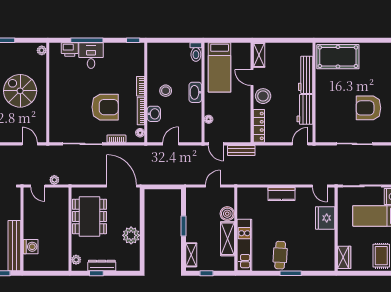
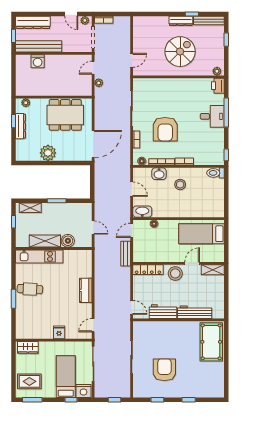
printer: (70, 49) -> (218, 86), moved
toilet: (196, 52) -> (216, 173), moved
washbasin: (195, 92) -> (142, 212), moved
fridge: (325, 218) -> (59, 332), width x0.53, depth x0.75

